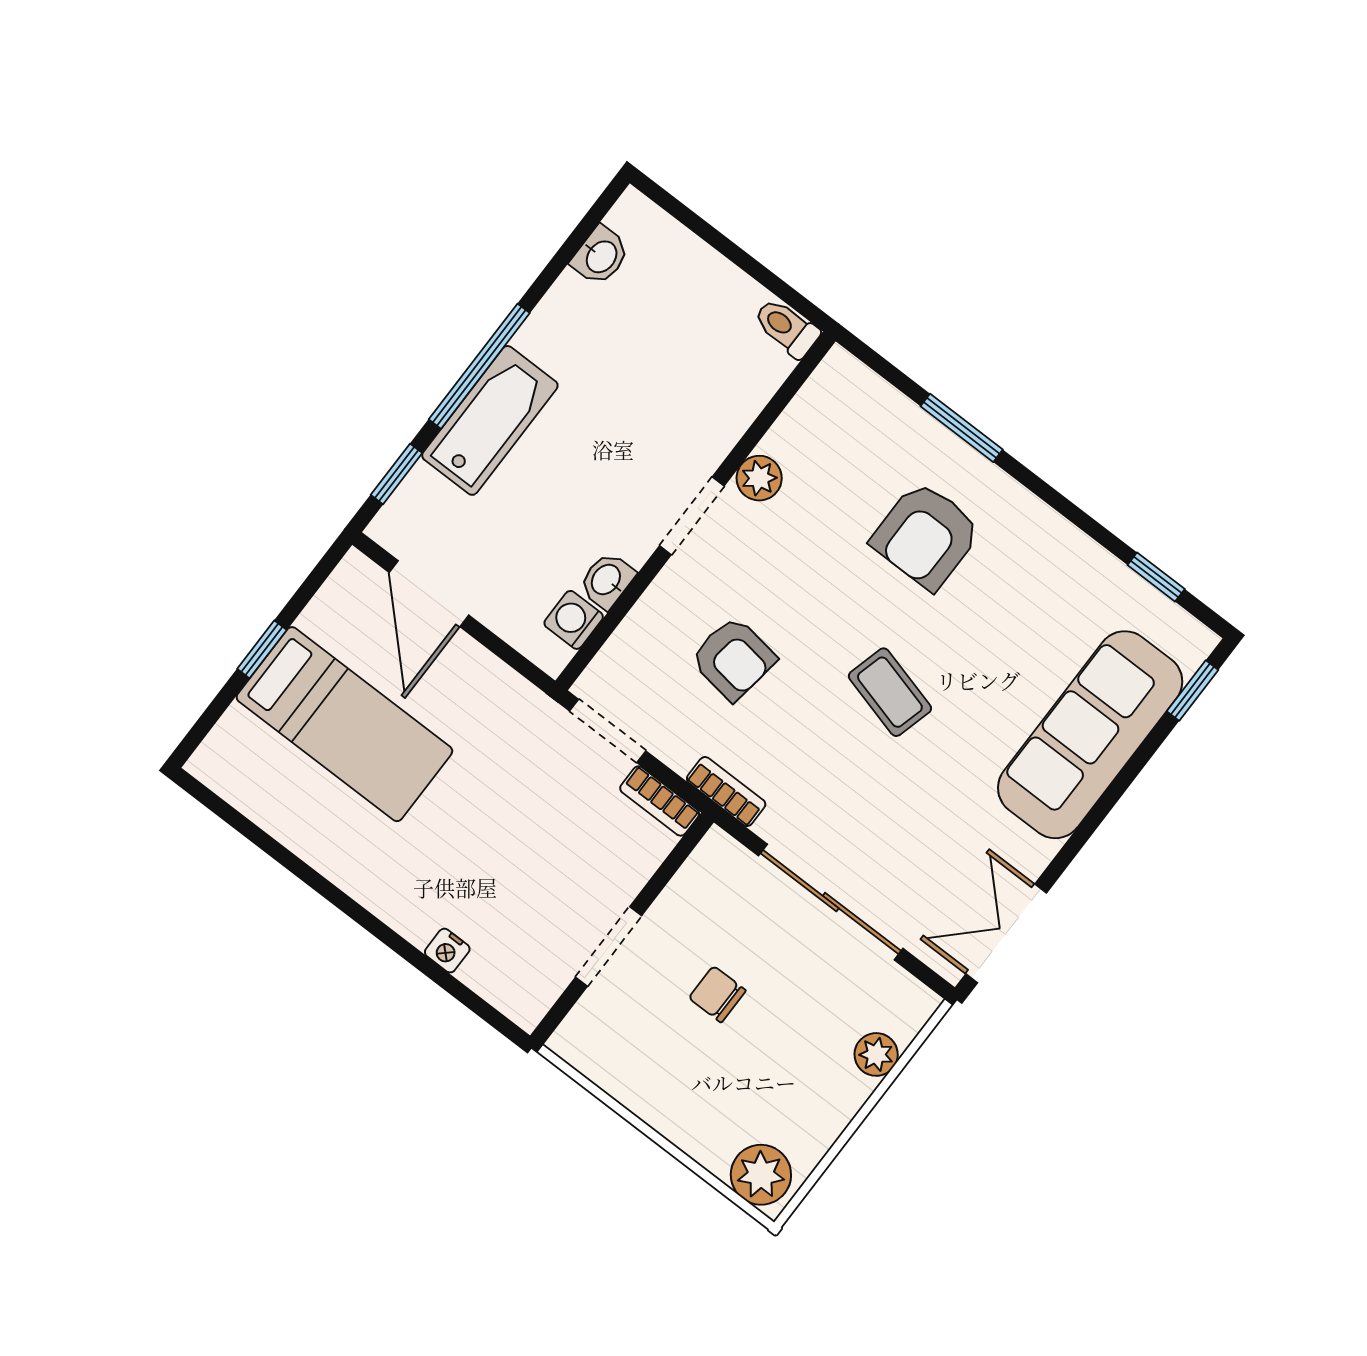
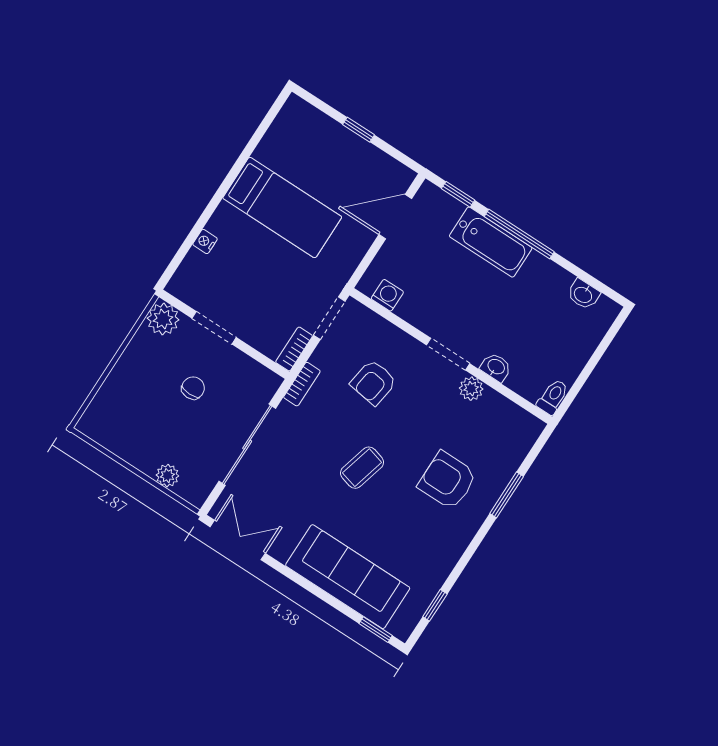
washbasin: (607, 580) -> (496, 367), moved
bed: (344, 724) -> (282, 208), moved, turned -90
plant: (761, 1175) -> (163, 319), moved

